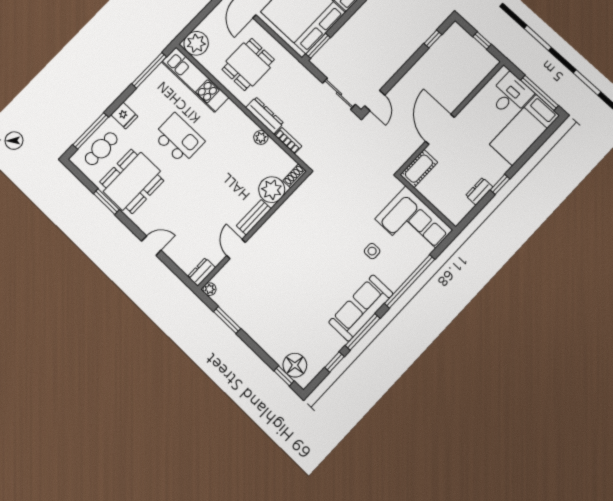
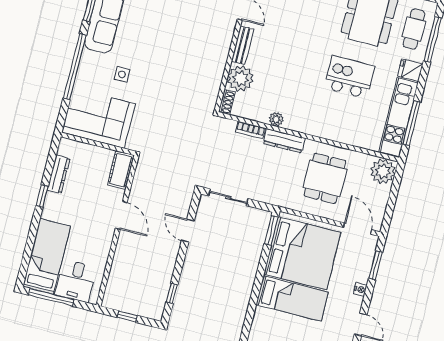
kitchen unit: (195, 80) -> (398, 117), moved, turned -90
door: (375, 100) -> (188, 231), moved
door: (440, 129) -> (121, 215), width x0.73
kitchen island: (179, 139) -> (349, 77), turned 180
dresser: (479, 191) -> (58, 174), width x1.44

